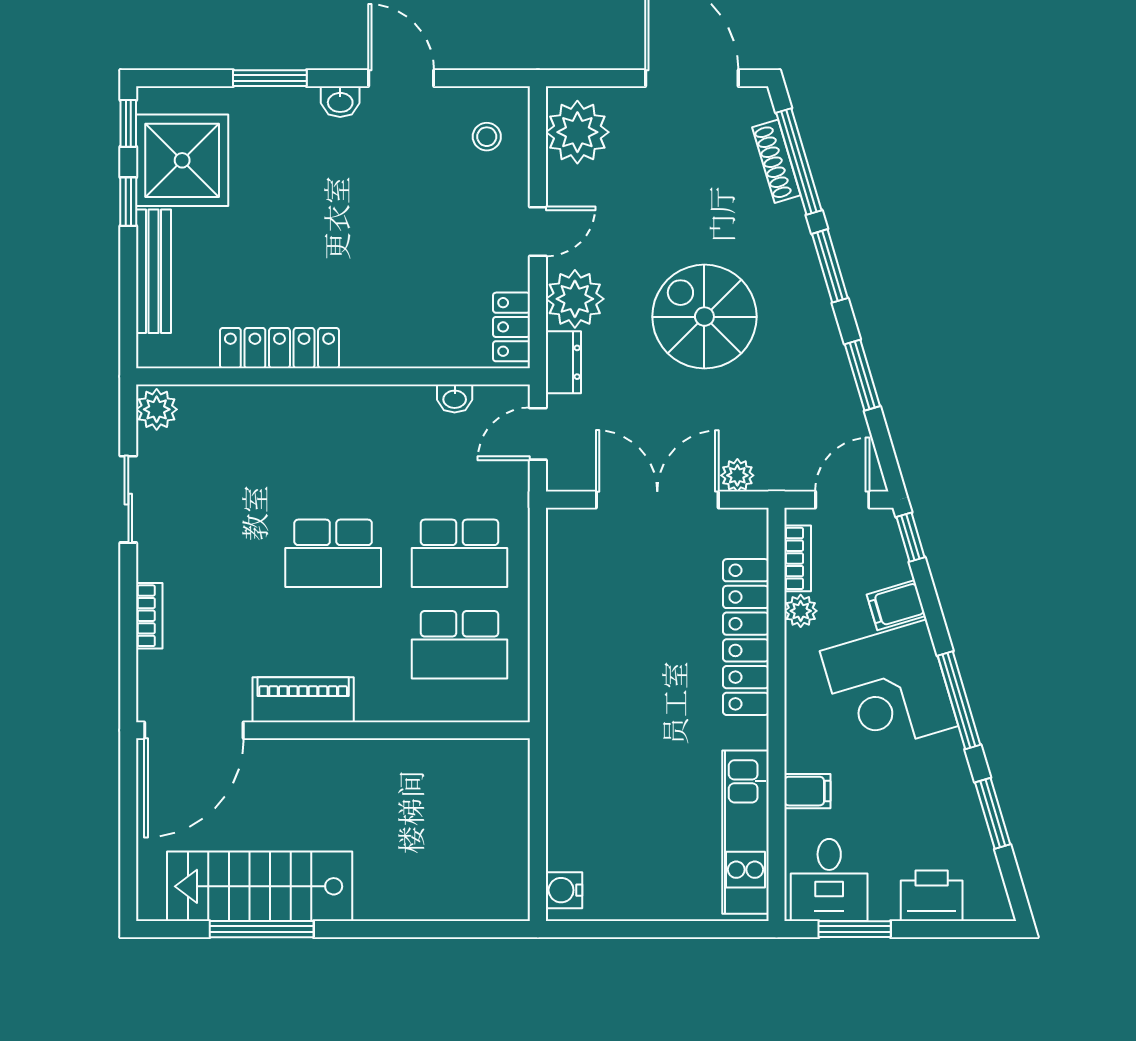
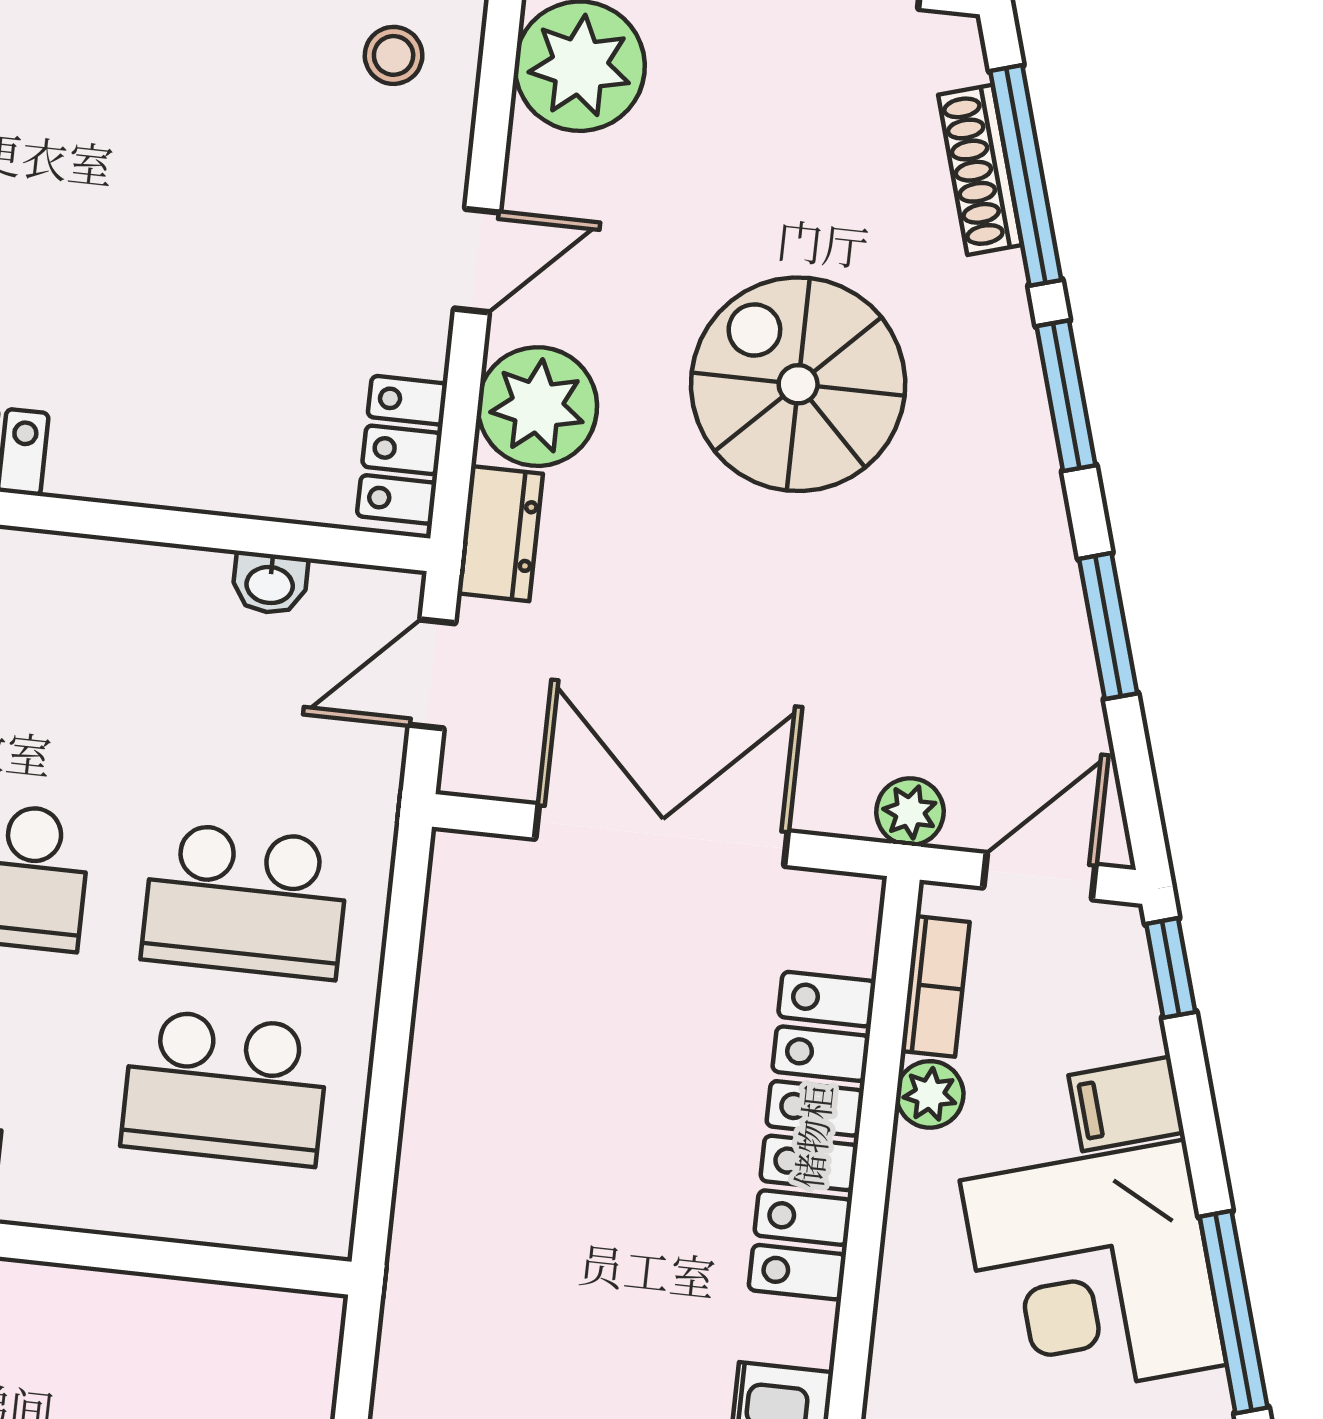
spiral stairs: (704, 317) -> (798, 384), moved
plant: (737, 475) -> (910, 812), moved

